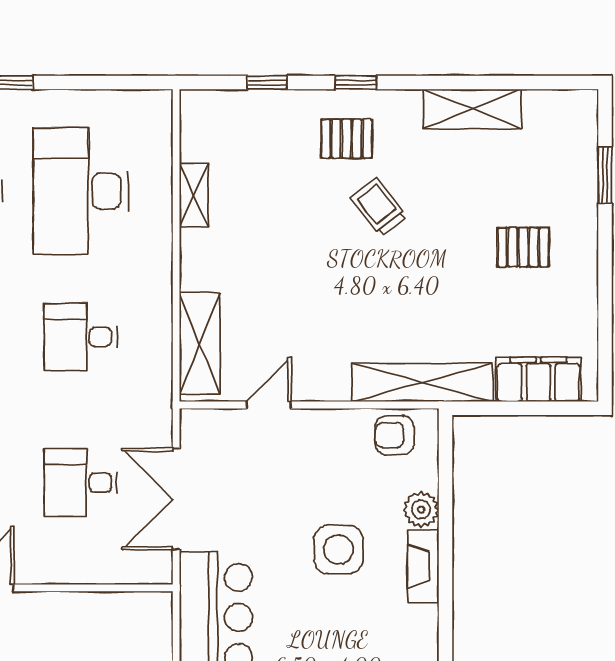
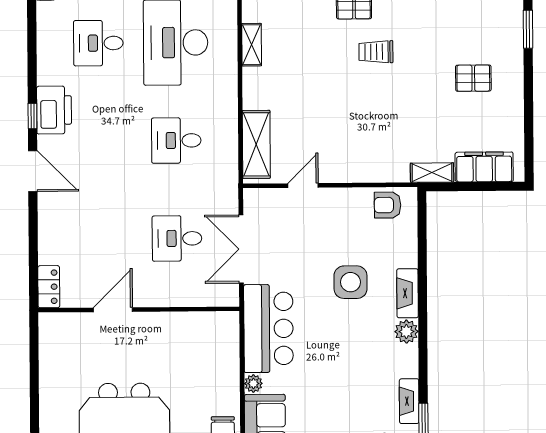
trolley: (379, 207) -> (376, 52), turned -52
shelving: (422, 382) -> (432, 173), width x0.45, depth x0.75
plant: (421, 510) -> (406, 332), moved

